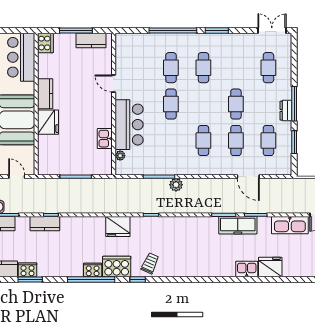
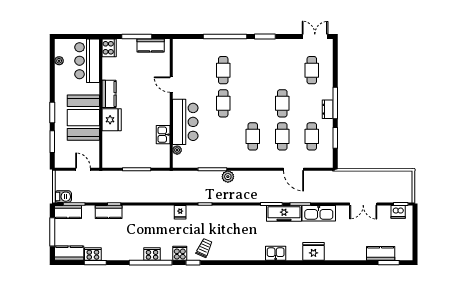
cafe table: (203, 68) -> (253, 70), removed
kitchen sink: (290, 225) -> (319, 213), moved
fridge: (118, 227) -> (180, 212), width x0.53, depth x0.75
cooker: (117, 267) -> (180, 253), width x0.53, depth x0.76
kitchen sink: (247, 269) -> (276, 253), moved

